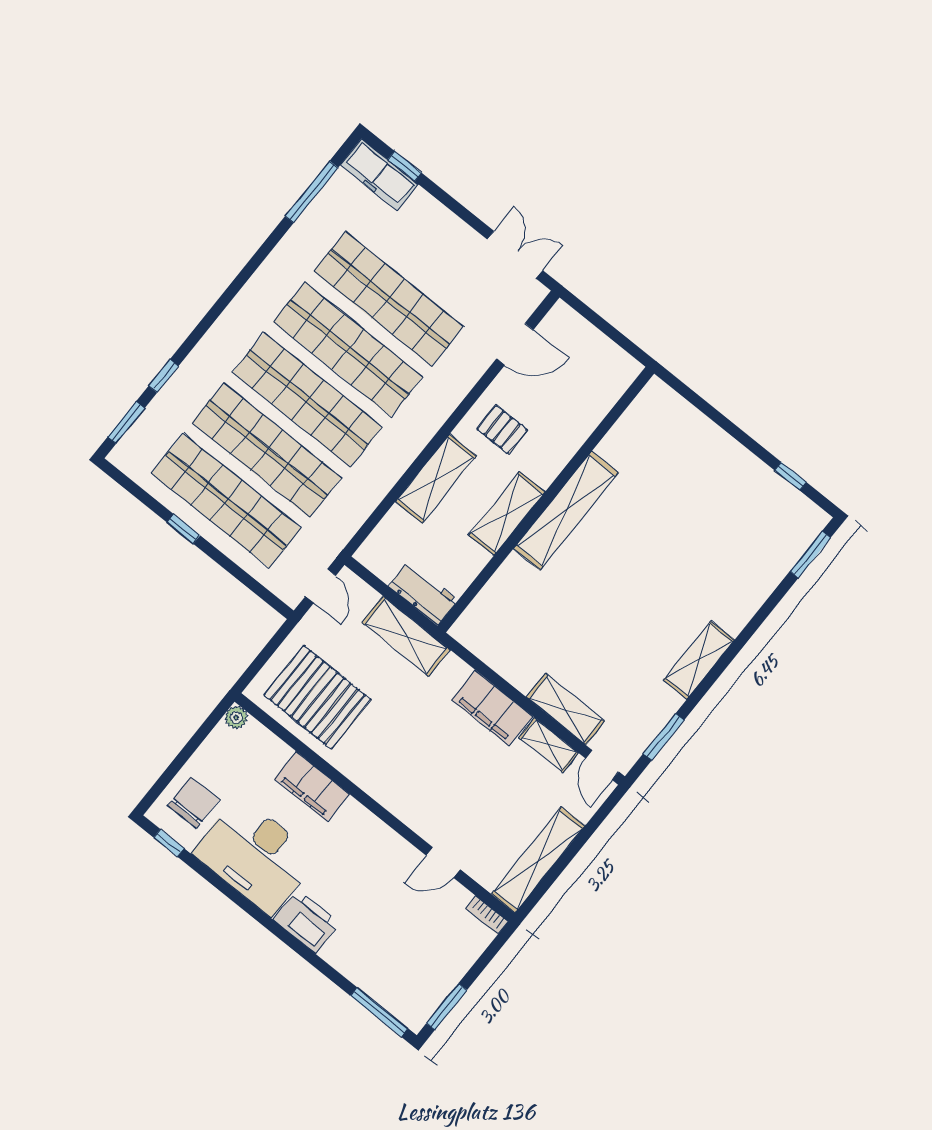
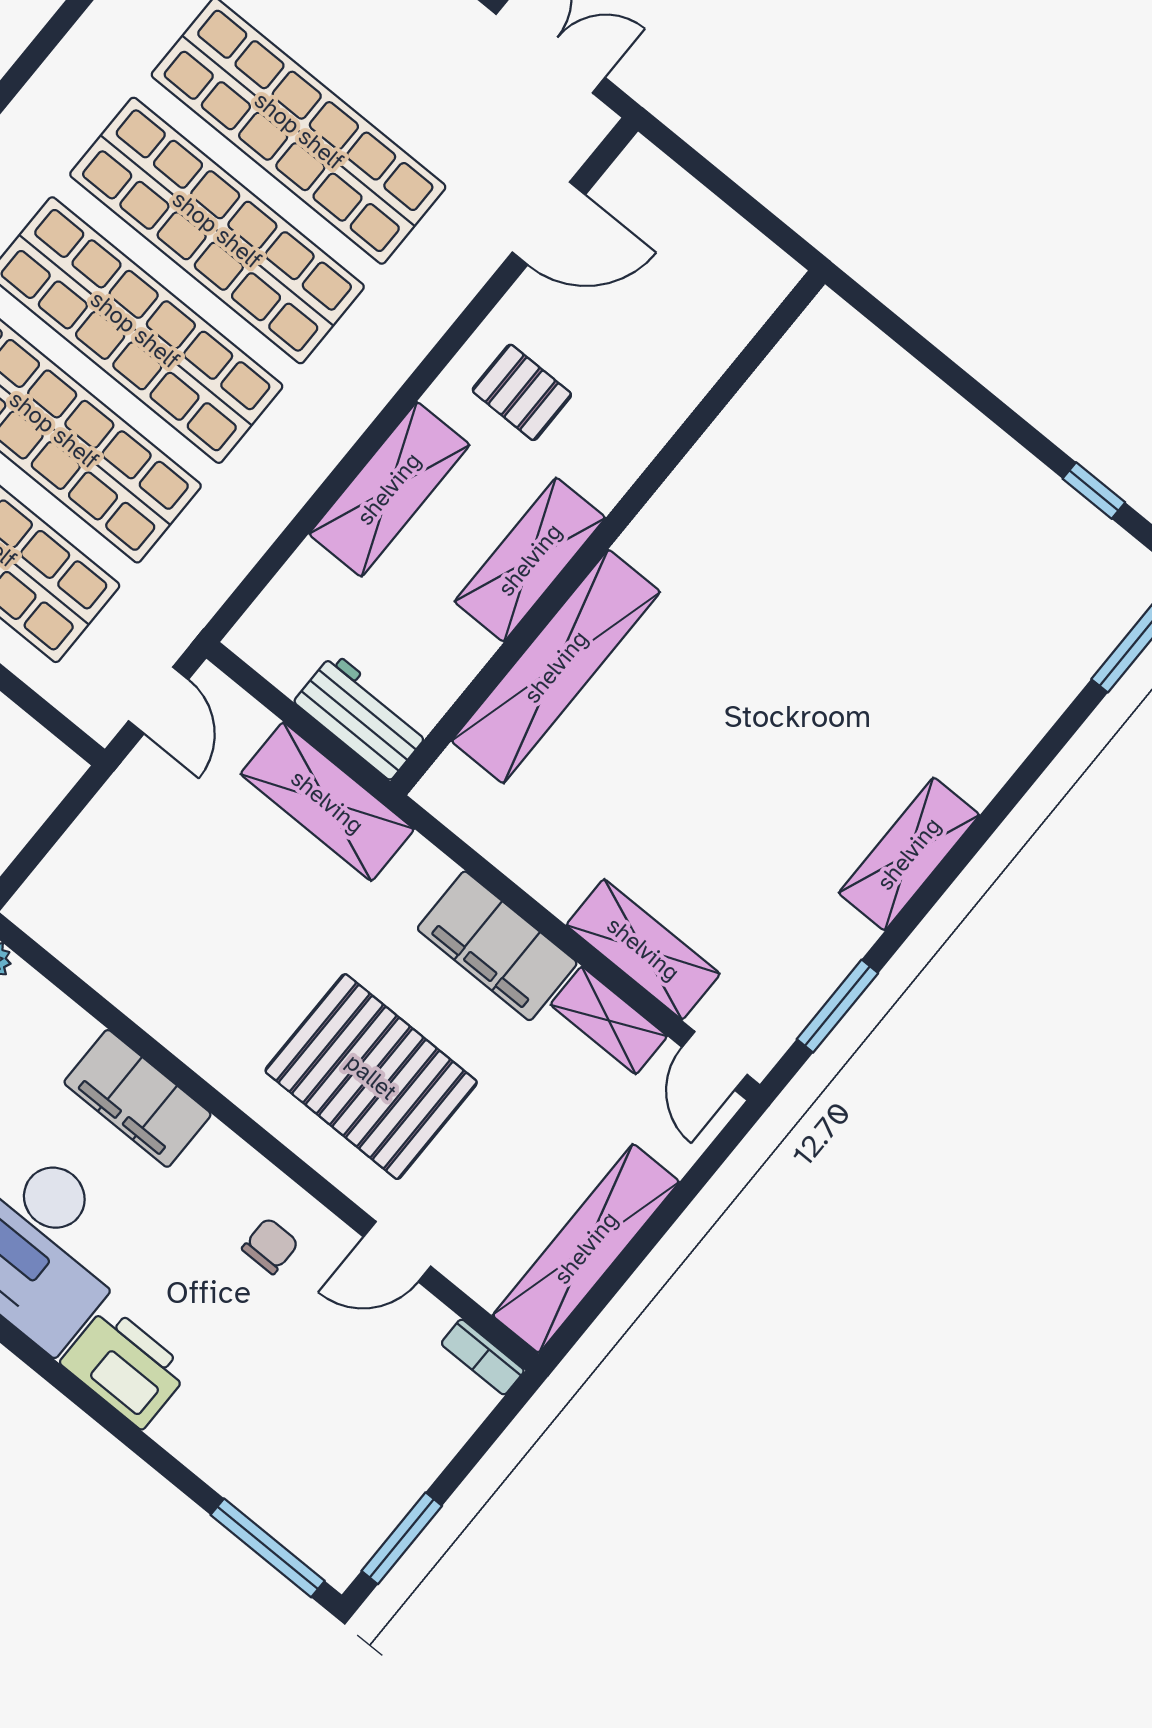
shelving: (566, 511) -> (556, 667), moved
pallet: (318, 697) -> (371, 1077), moved
chair: (379, 860) -> (270, 1246), added

